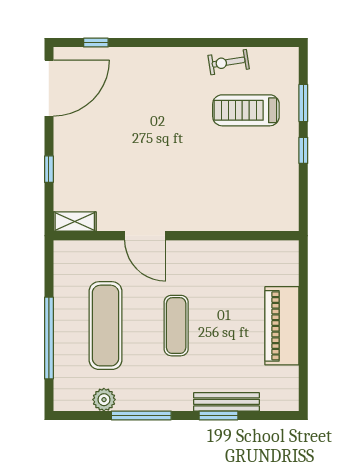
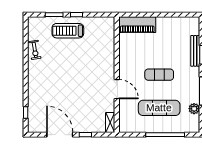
door: (49, 88) -> (60, 135), moved
treadmill: (246, 110) -> (68, 31), moved, turned 90
door: (145, 236) -> (117, 89), hinge flipped
piano: (282, 326) -> (137, 25), moved

